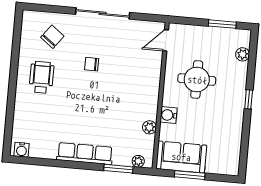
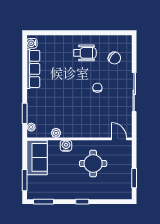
plant: (243, 54) -> (114, 195), removed
window: (244, 153) -> (44, 202), added
row of seats: (85, 154) -> (33, 69), moved
window: (190, 175) -> (25, 180), moved

